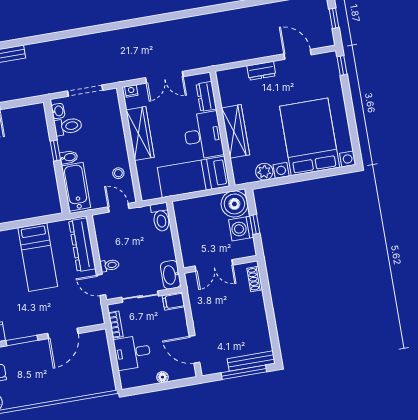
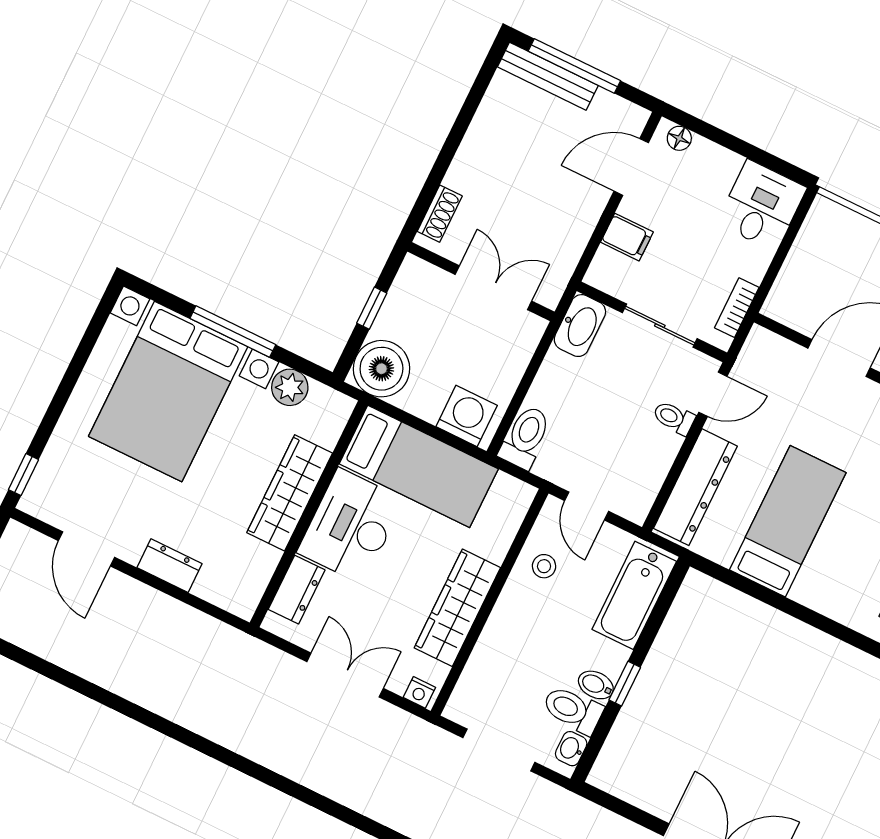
bidet: (69, 157) -> (596, 685), moved
window: (301, 177) -> (233, 331), added
washing machine: (241, 229) -> (467, 416), moved, turned -90
door: (101, 285) -> (713, 394), hinge flipped
filing cabinet: (173, 301) -> (627, 237), moved
door: (195, 349) -> (631, 167), swing flipped
desk: (132, 352) -> (762, 205), moved, turned -90
floor lamp: (162, 377) -> (679, 138), moved

